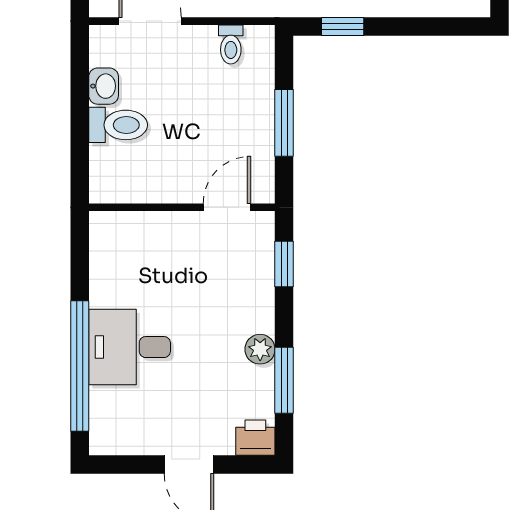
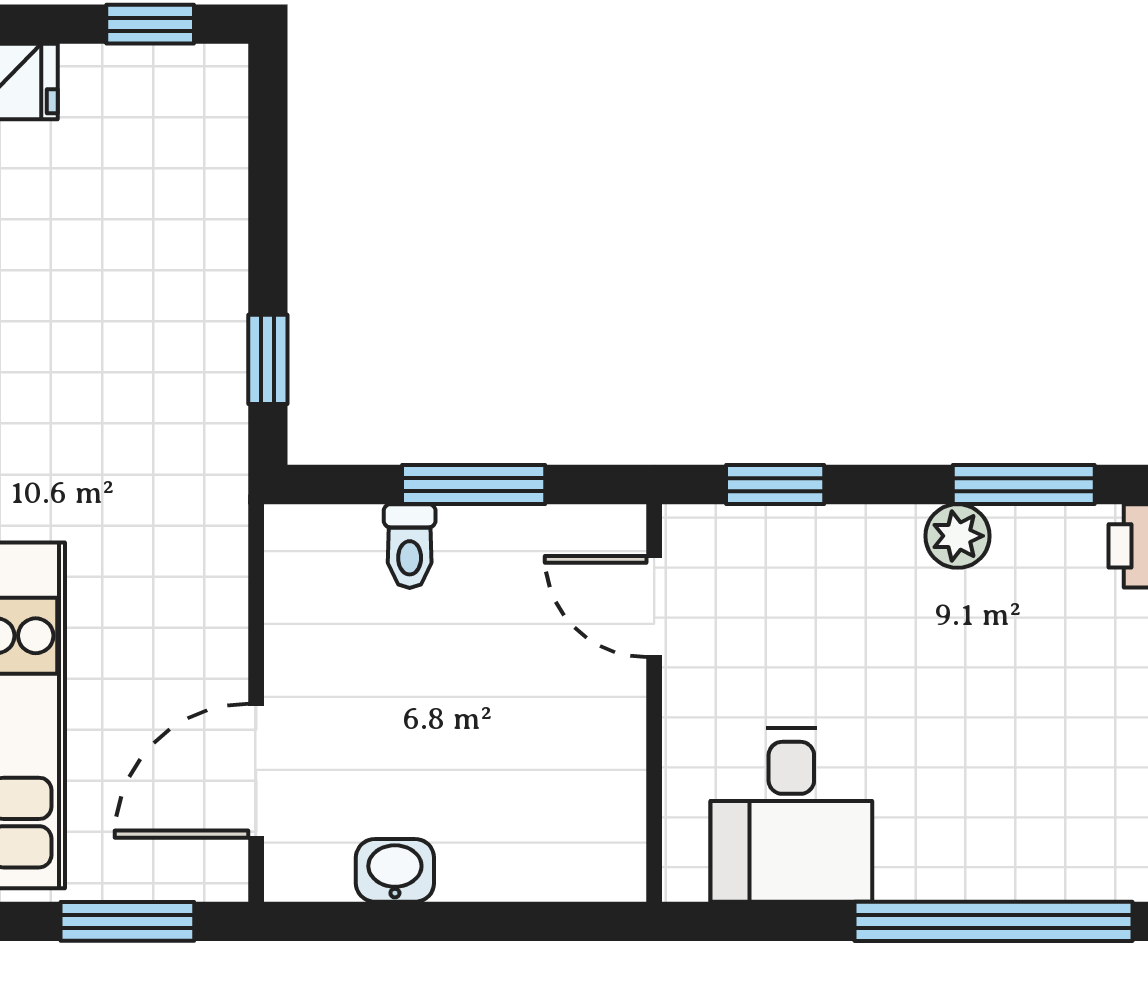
toilet: (231, 44) -> (410, 546), moved, turned 90
toilet: (118, 125) -> (478, 839), removed
desk: (130, 347) -> (791, 815), moved

